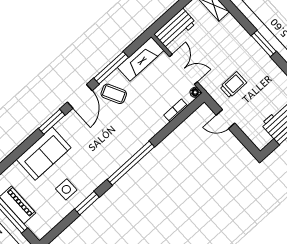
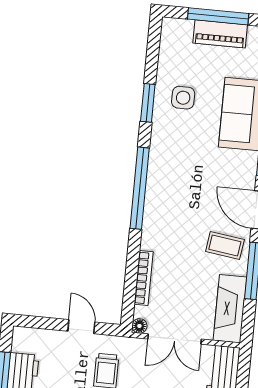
coffee table: (114, 94) -> (225, 245), turned 35
bookcase: (176, 110) -> (144, 278), width x1.56
door: (225, 119) -> (81, 327), hinge flipped

